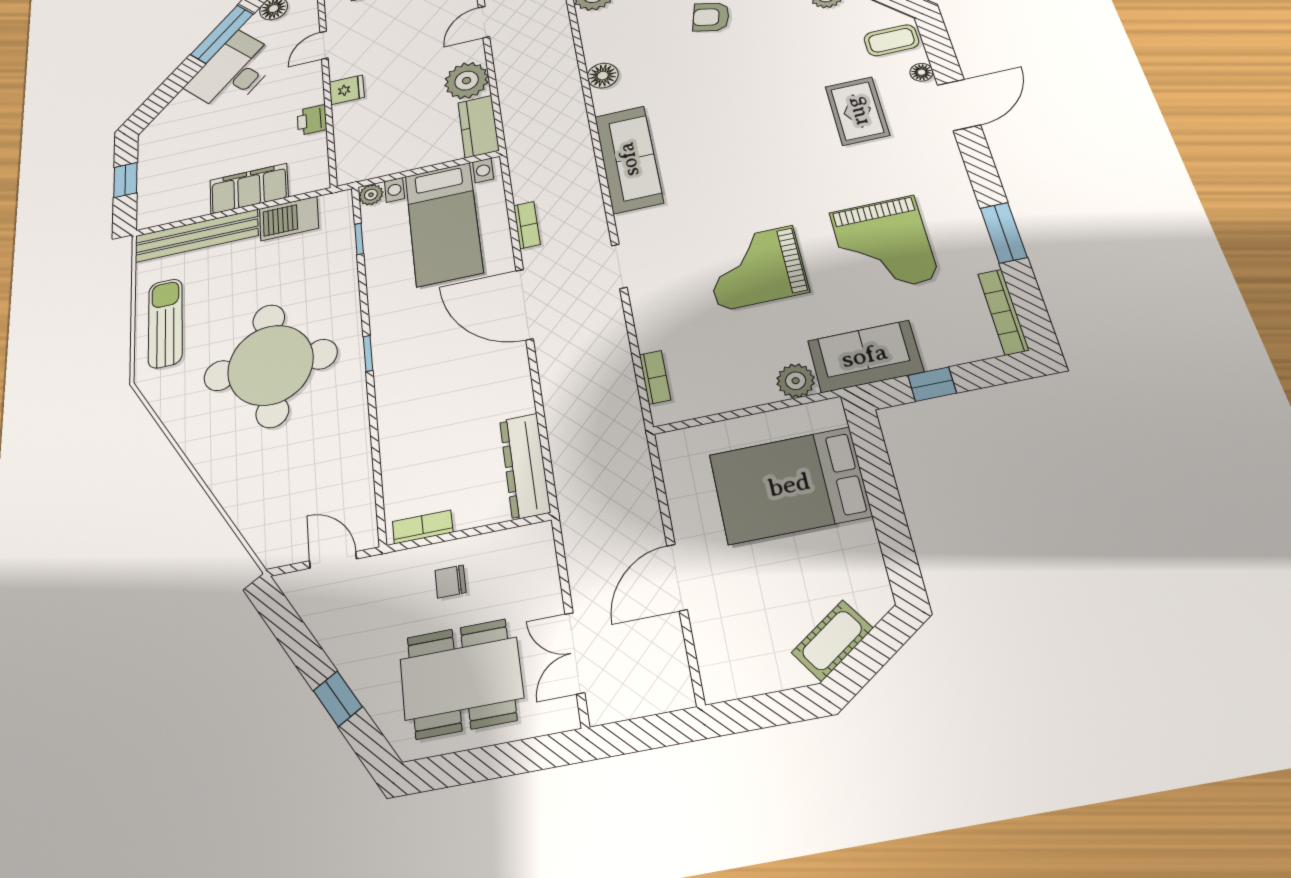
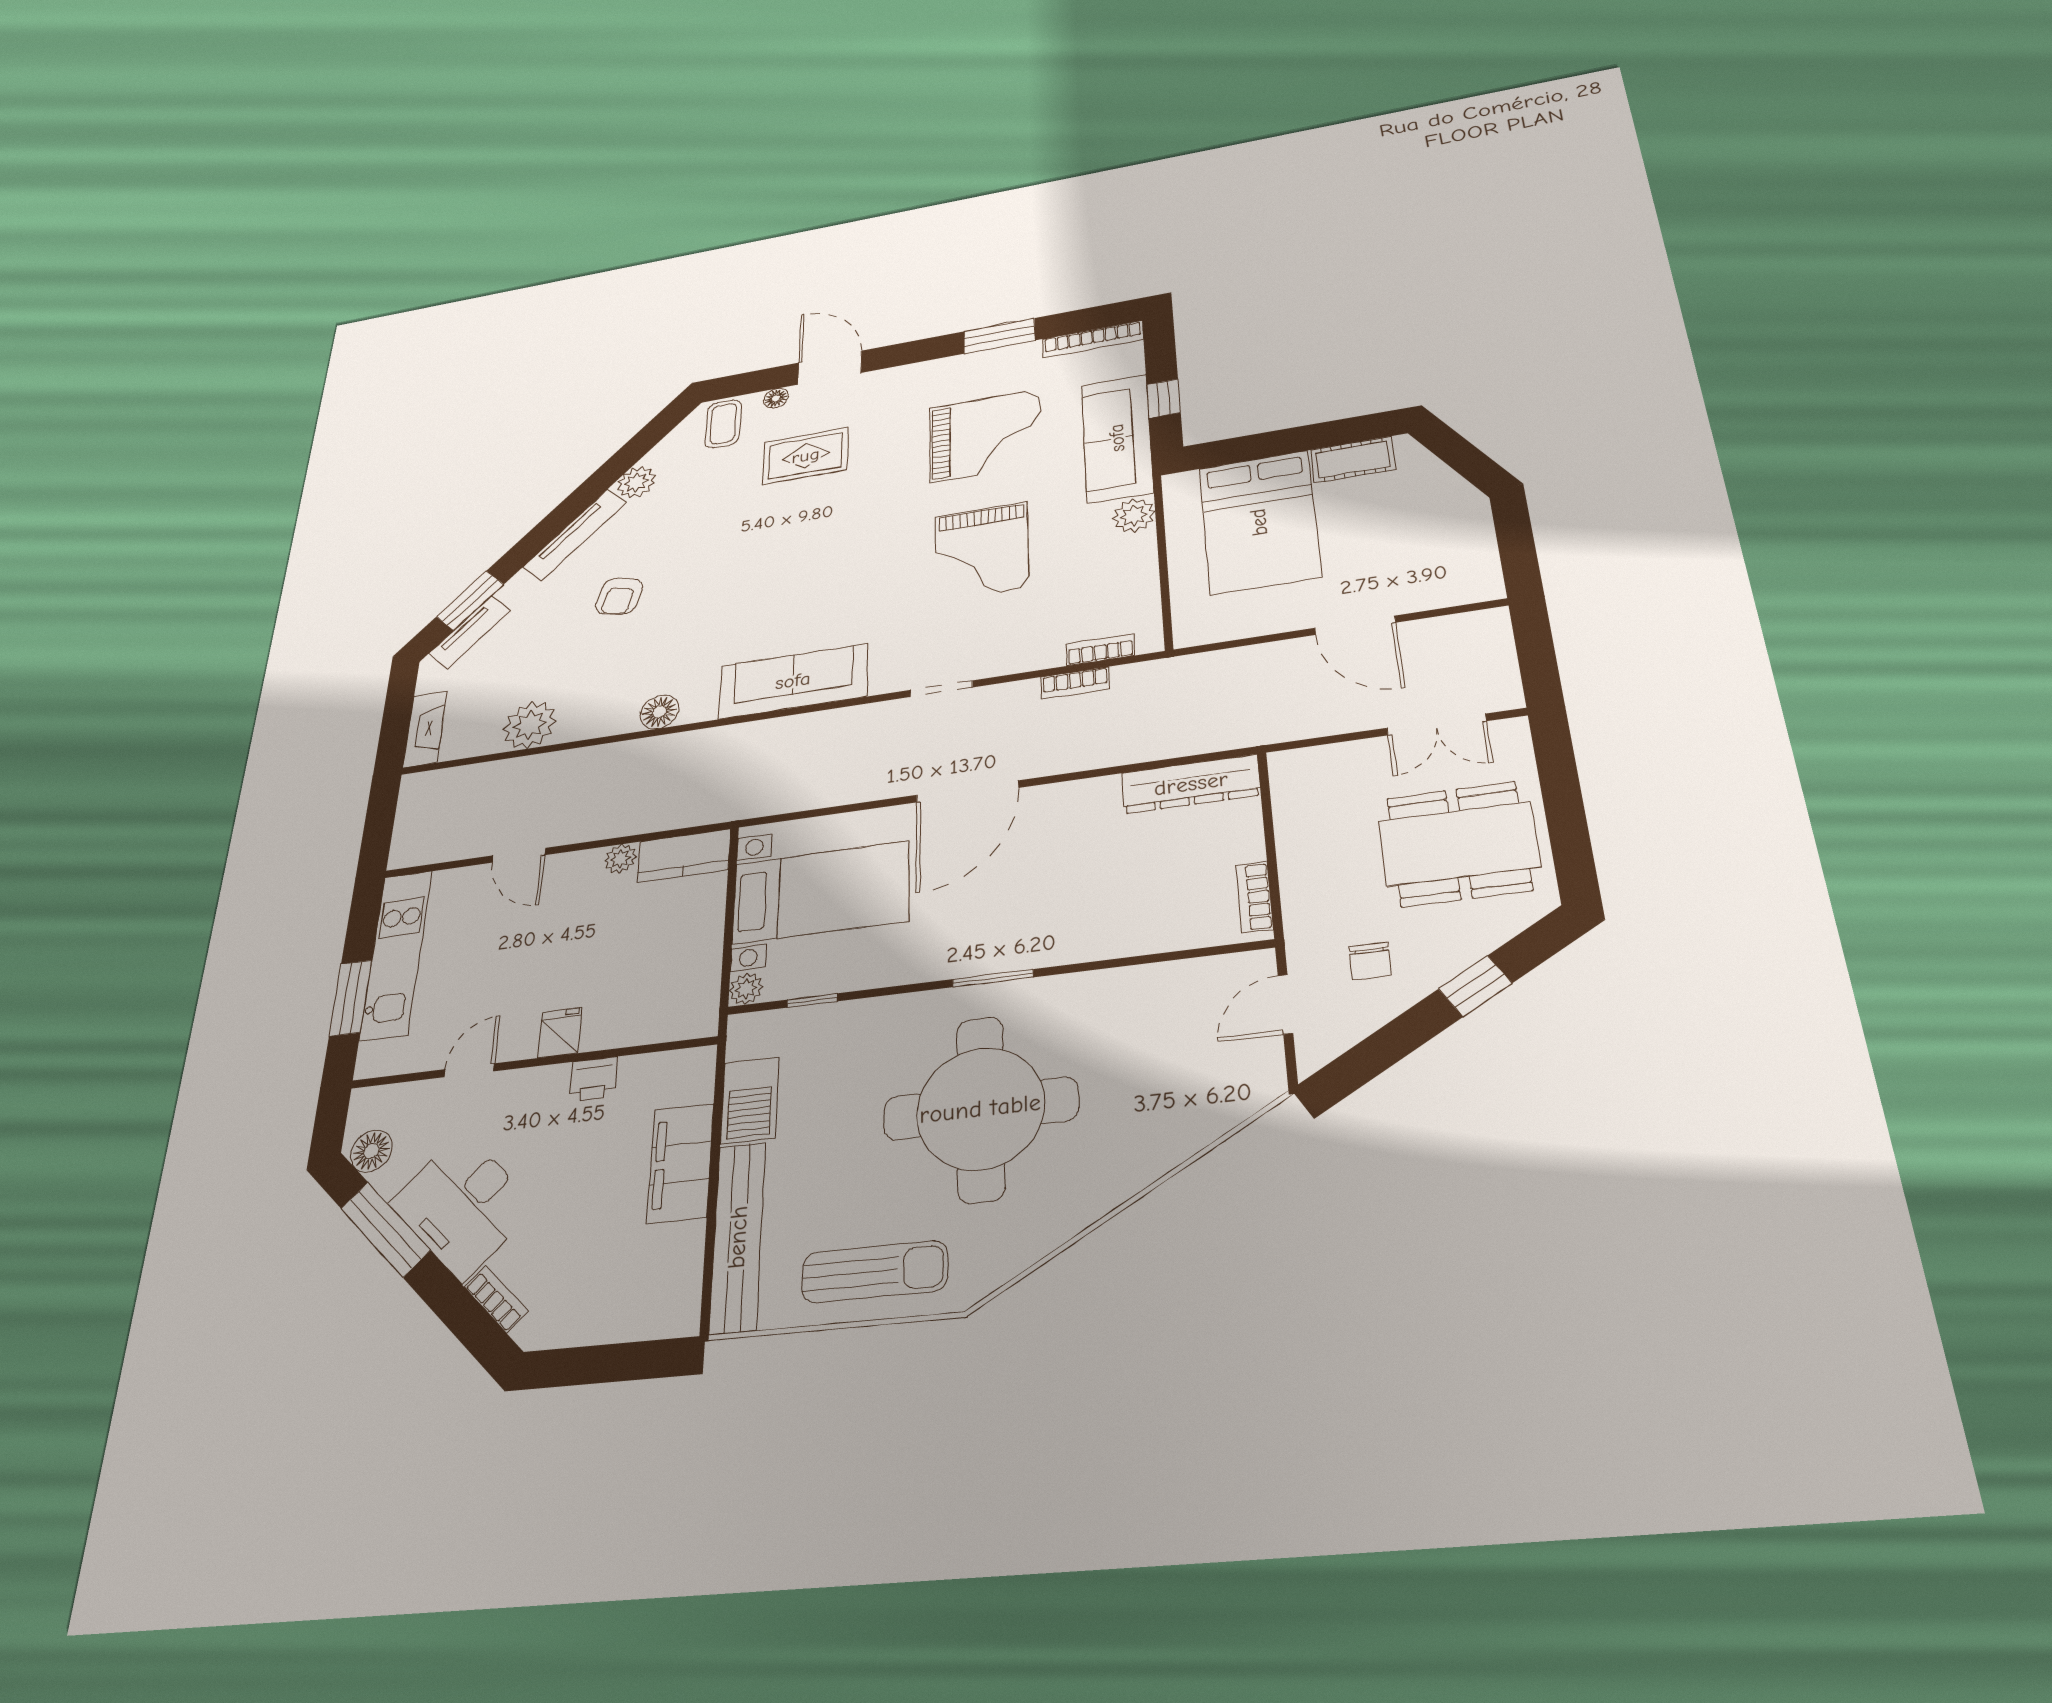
door: (324, 45) -> (469, 1070), swing flipped
plant: (467, 81) -> (620, 859), width x0.53, depth x0.53
bookcase: (172, 110) -> (496, 1299), added
window: (125, 180) -> (601, 1364), removed
bookcase: (527, 225) -> (1075, 683), moved, turned 180
sun lounger: (165, 323) -> (875, 1272), turned 180
window: (368, 353) -> (993, 978), width x1.50
sofa: (865, 356) -> (1117, 438), width x1.36
chair: (450, 581) -> (1370, 961), moved
cot: (832, 640) -> (1353, 460), moved, turned -56
dining table: (461, 678) -> (1459, 844), turned 90

